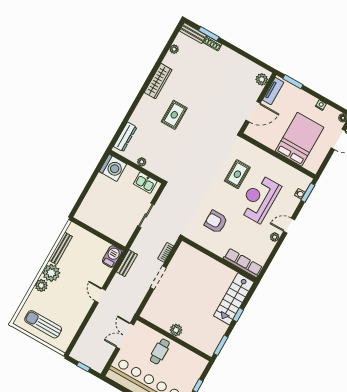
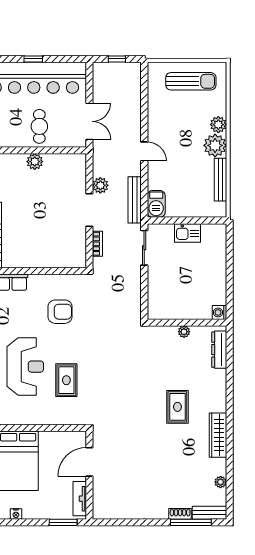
window: (209, 34) -> (191, 522), width x1.44
plant: (262, 79) -> (100, 185), moved
washing machine: (113, 168) -> (219, 312), width x0.53, depth x0.53
kitchen sink: (145, 183) -> (187, 233), moved, turned 180
sliding door: (146, 215) -> (144, 248), moved
bench: (127, 263) -> (135, 200), width x1.36

